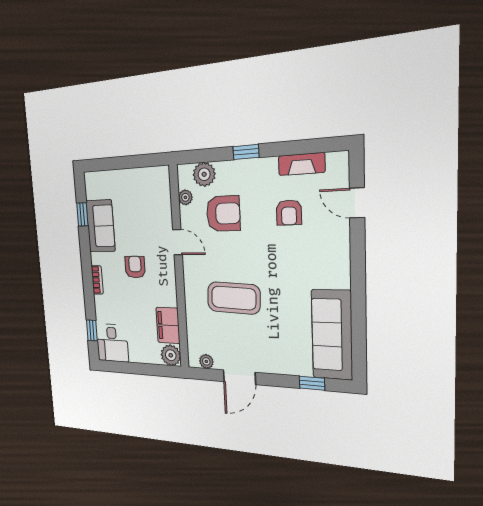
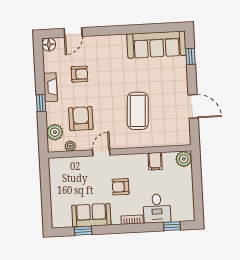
floor lamp: (338, 162) -> (49, 45), added
fireplace: (302, 164) -> (51, 87), moved
filing cabinet: (168, 325) -> (155, 161), width x0.50
desk: (112, 343) -> (157, 208), moved, turned 90
plant: (206, 361) -> (185, 131), removed

